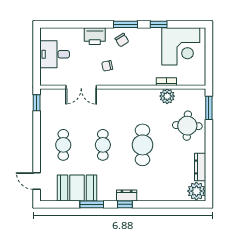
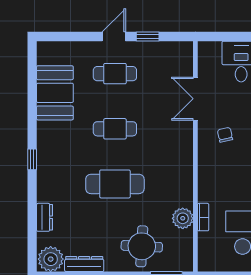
window: (37, 103) -> (148, 37), moved
door: (37, 181) -> (114, 37), moved
dresser: (127, 195) -> (45, 217), moved
window: (92, 204) -> (32, 113), removed

